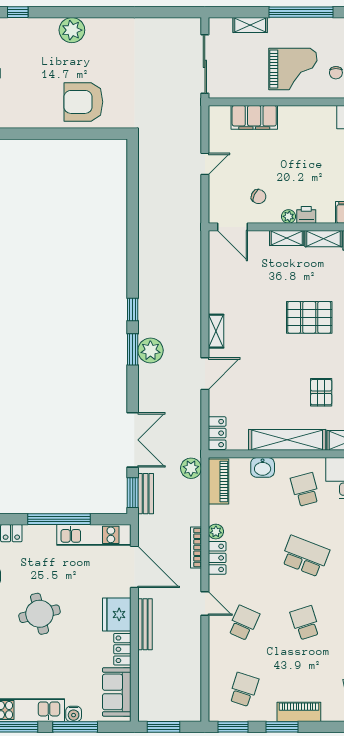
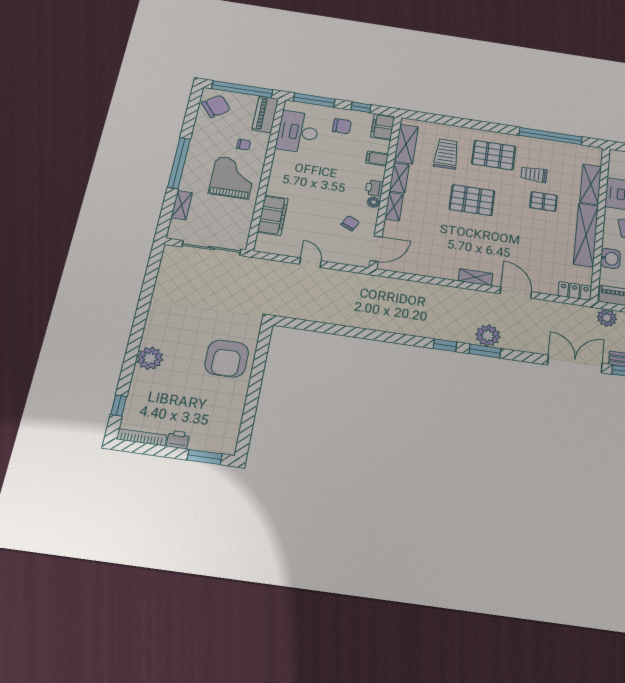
pallet: (309, 317) -> (472, 200), turned 90

